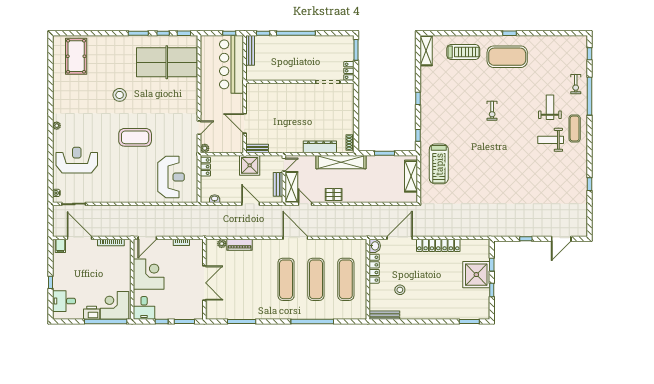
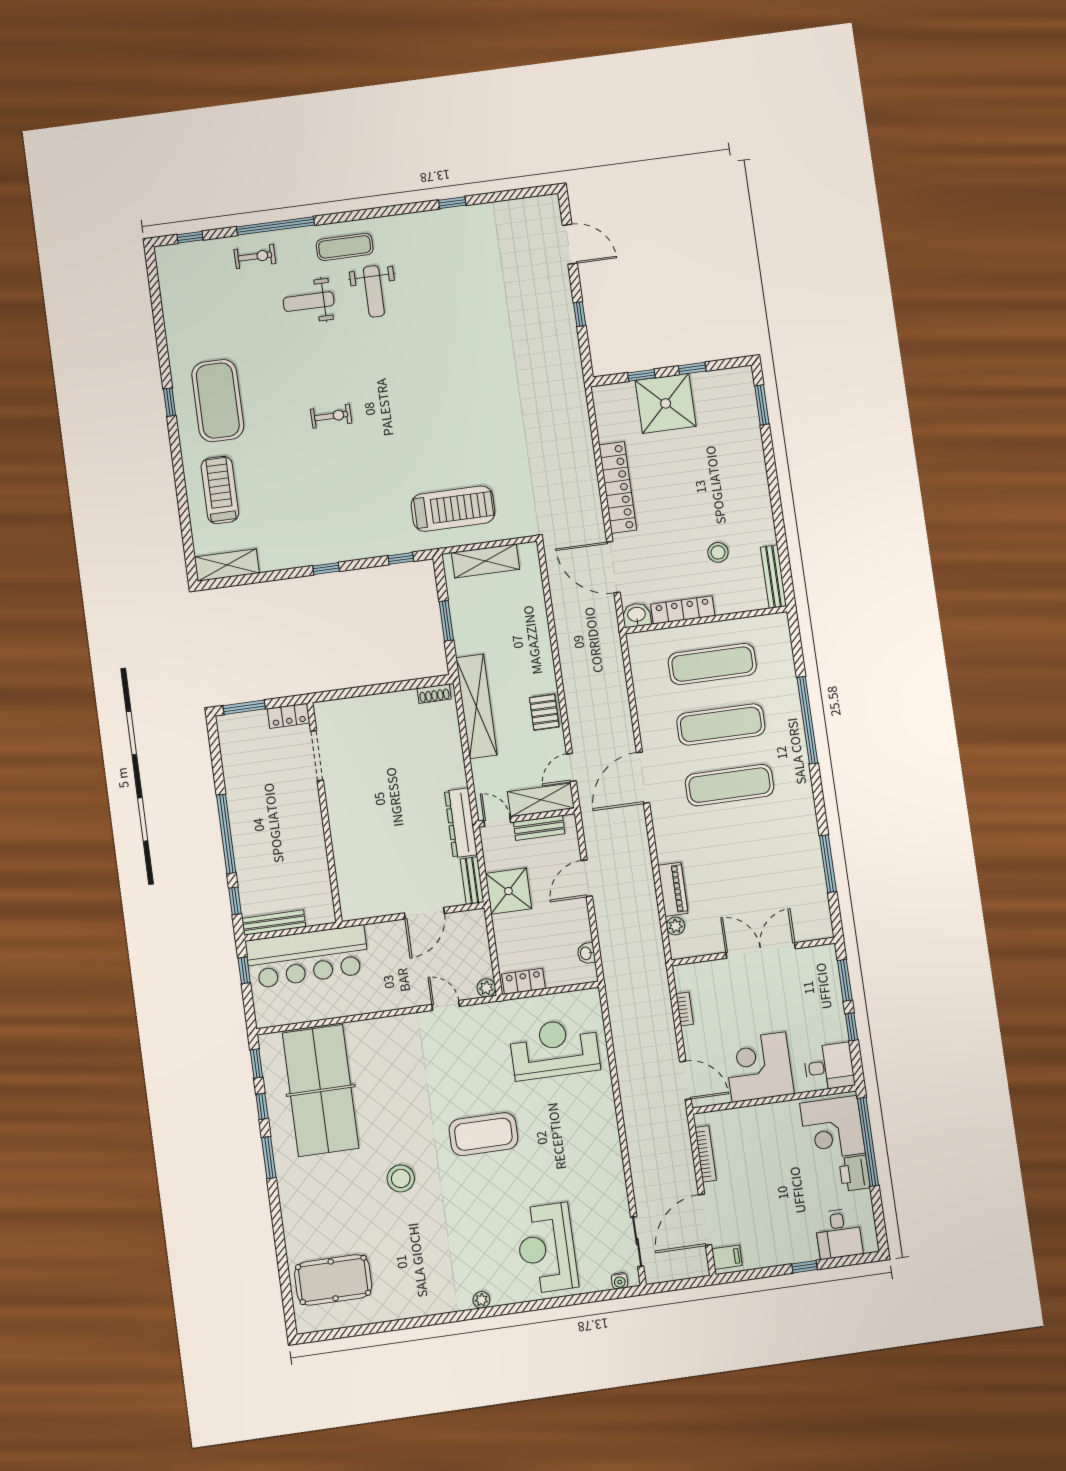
coffee table: (135, 137) -> (483, 1134), turned 90
dresser: (320, 147) -> (461, 823), moved

